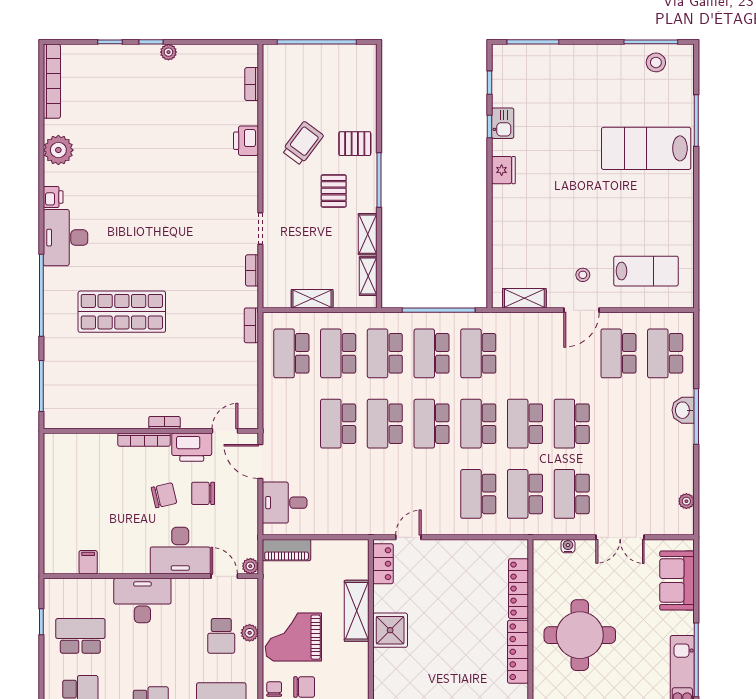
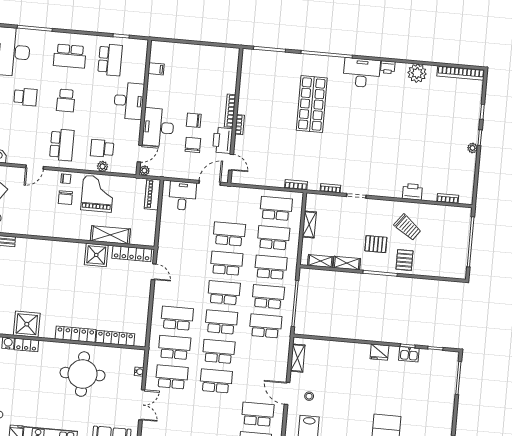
chair: (164, 495) -> (194, 120), turned 103
double door: (620, 537) -> (142, 405), swing flipped
locker: (383, 564) -> (132, 254), width x1.53

